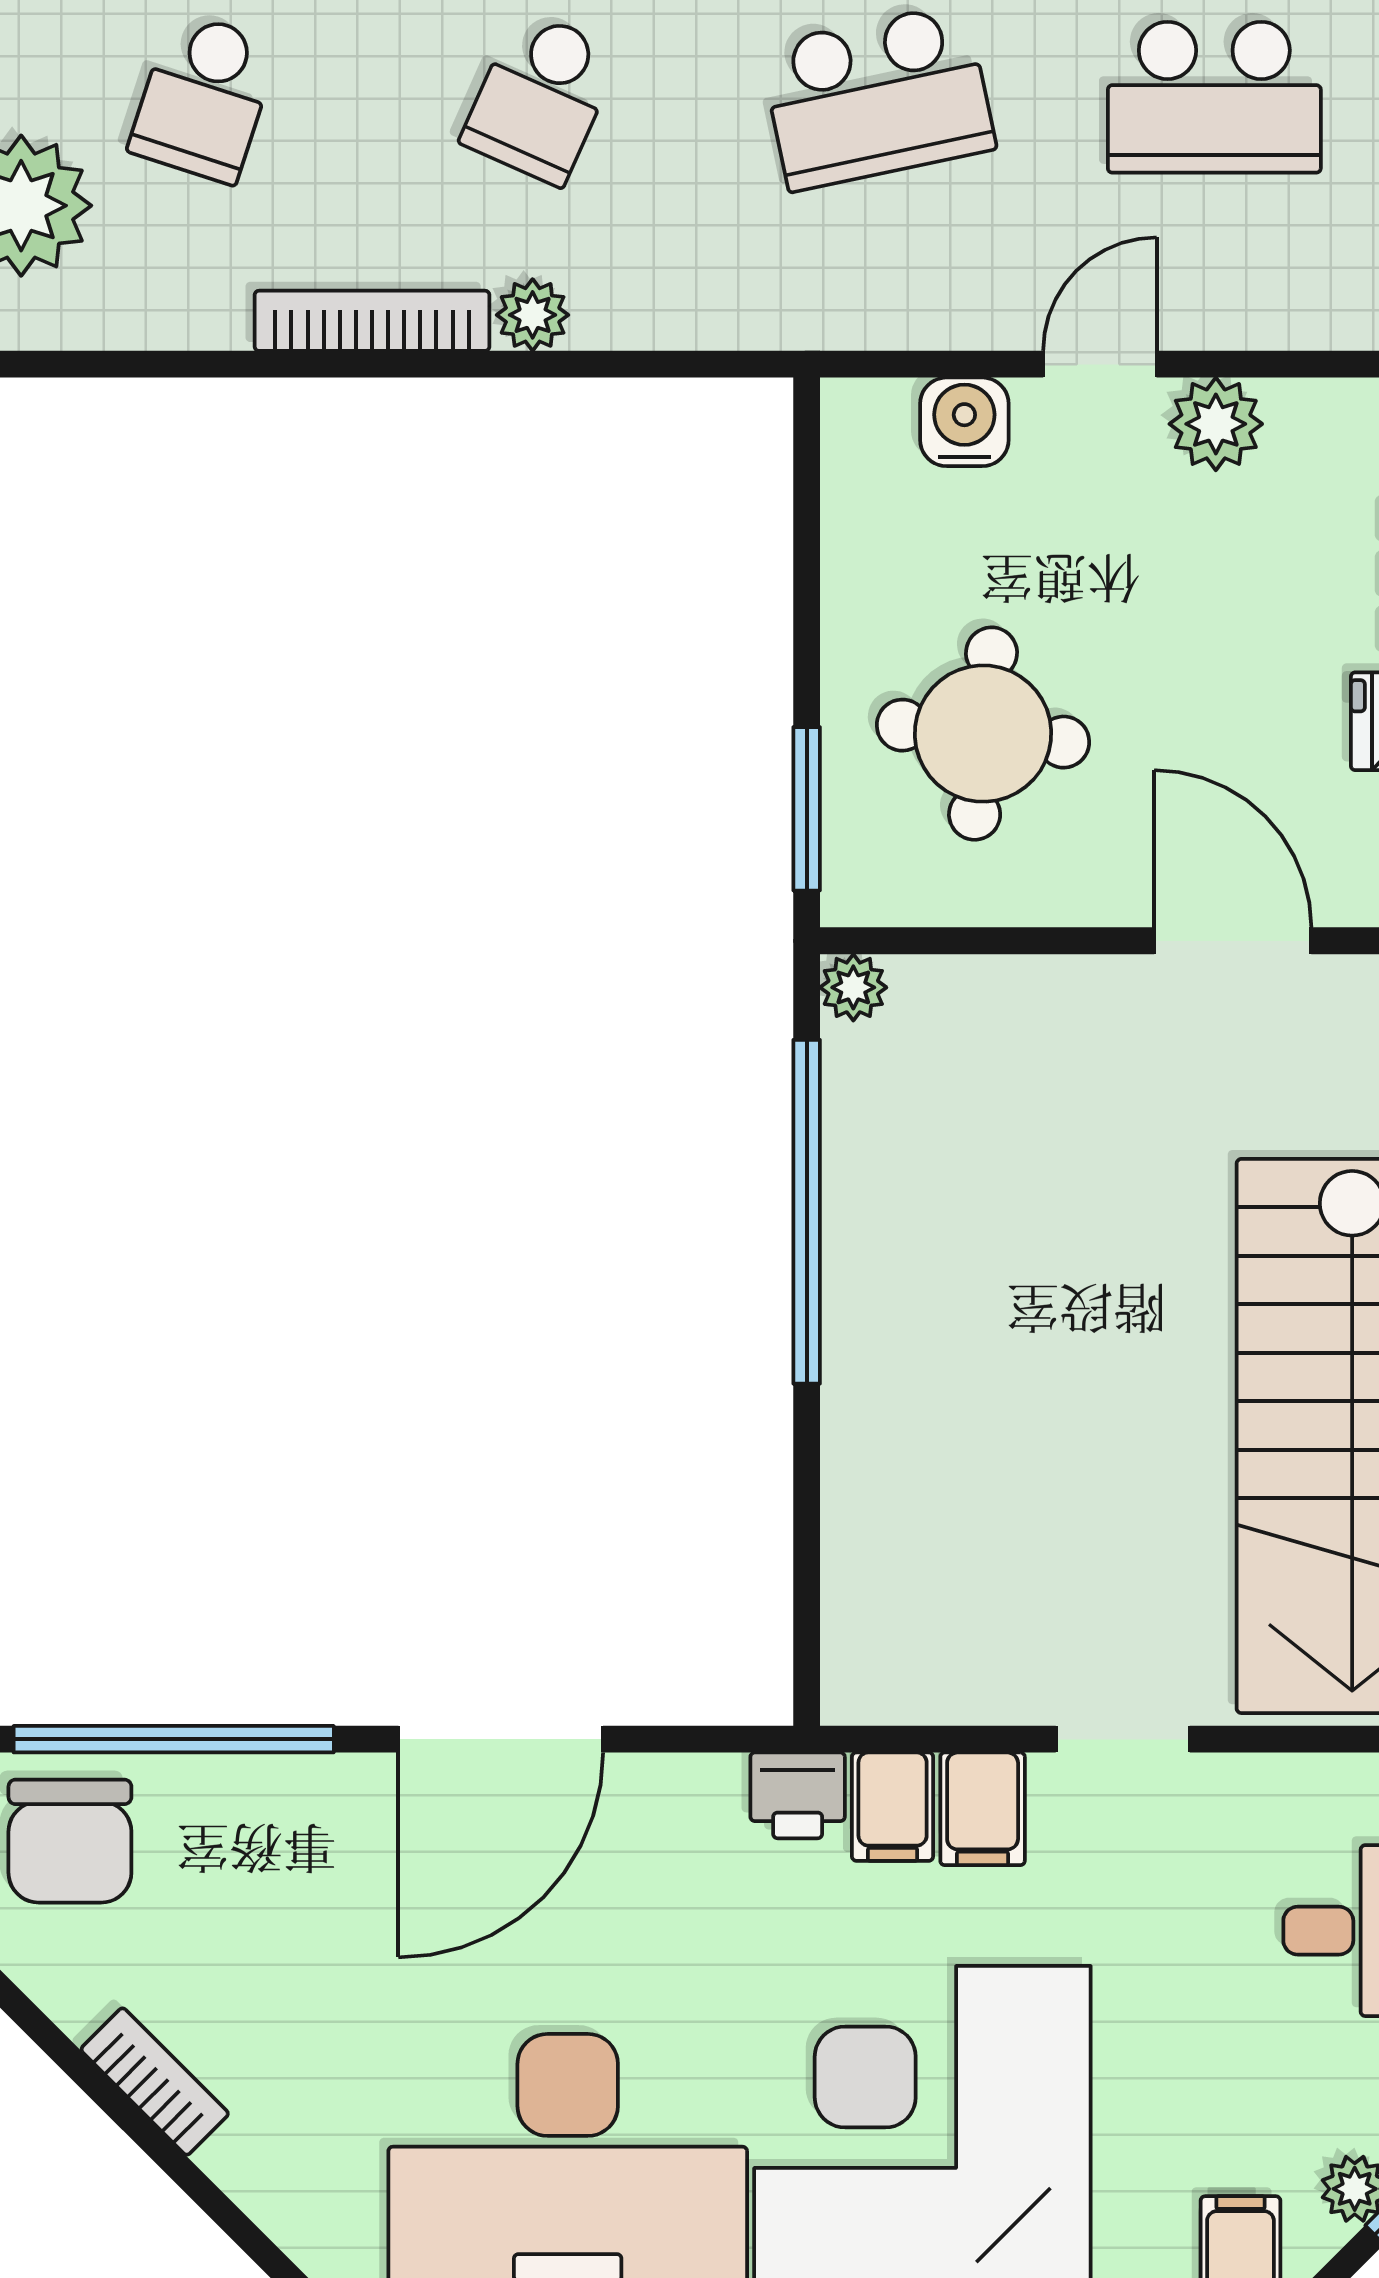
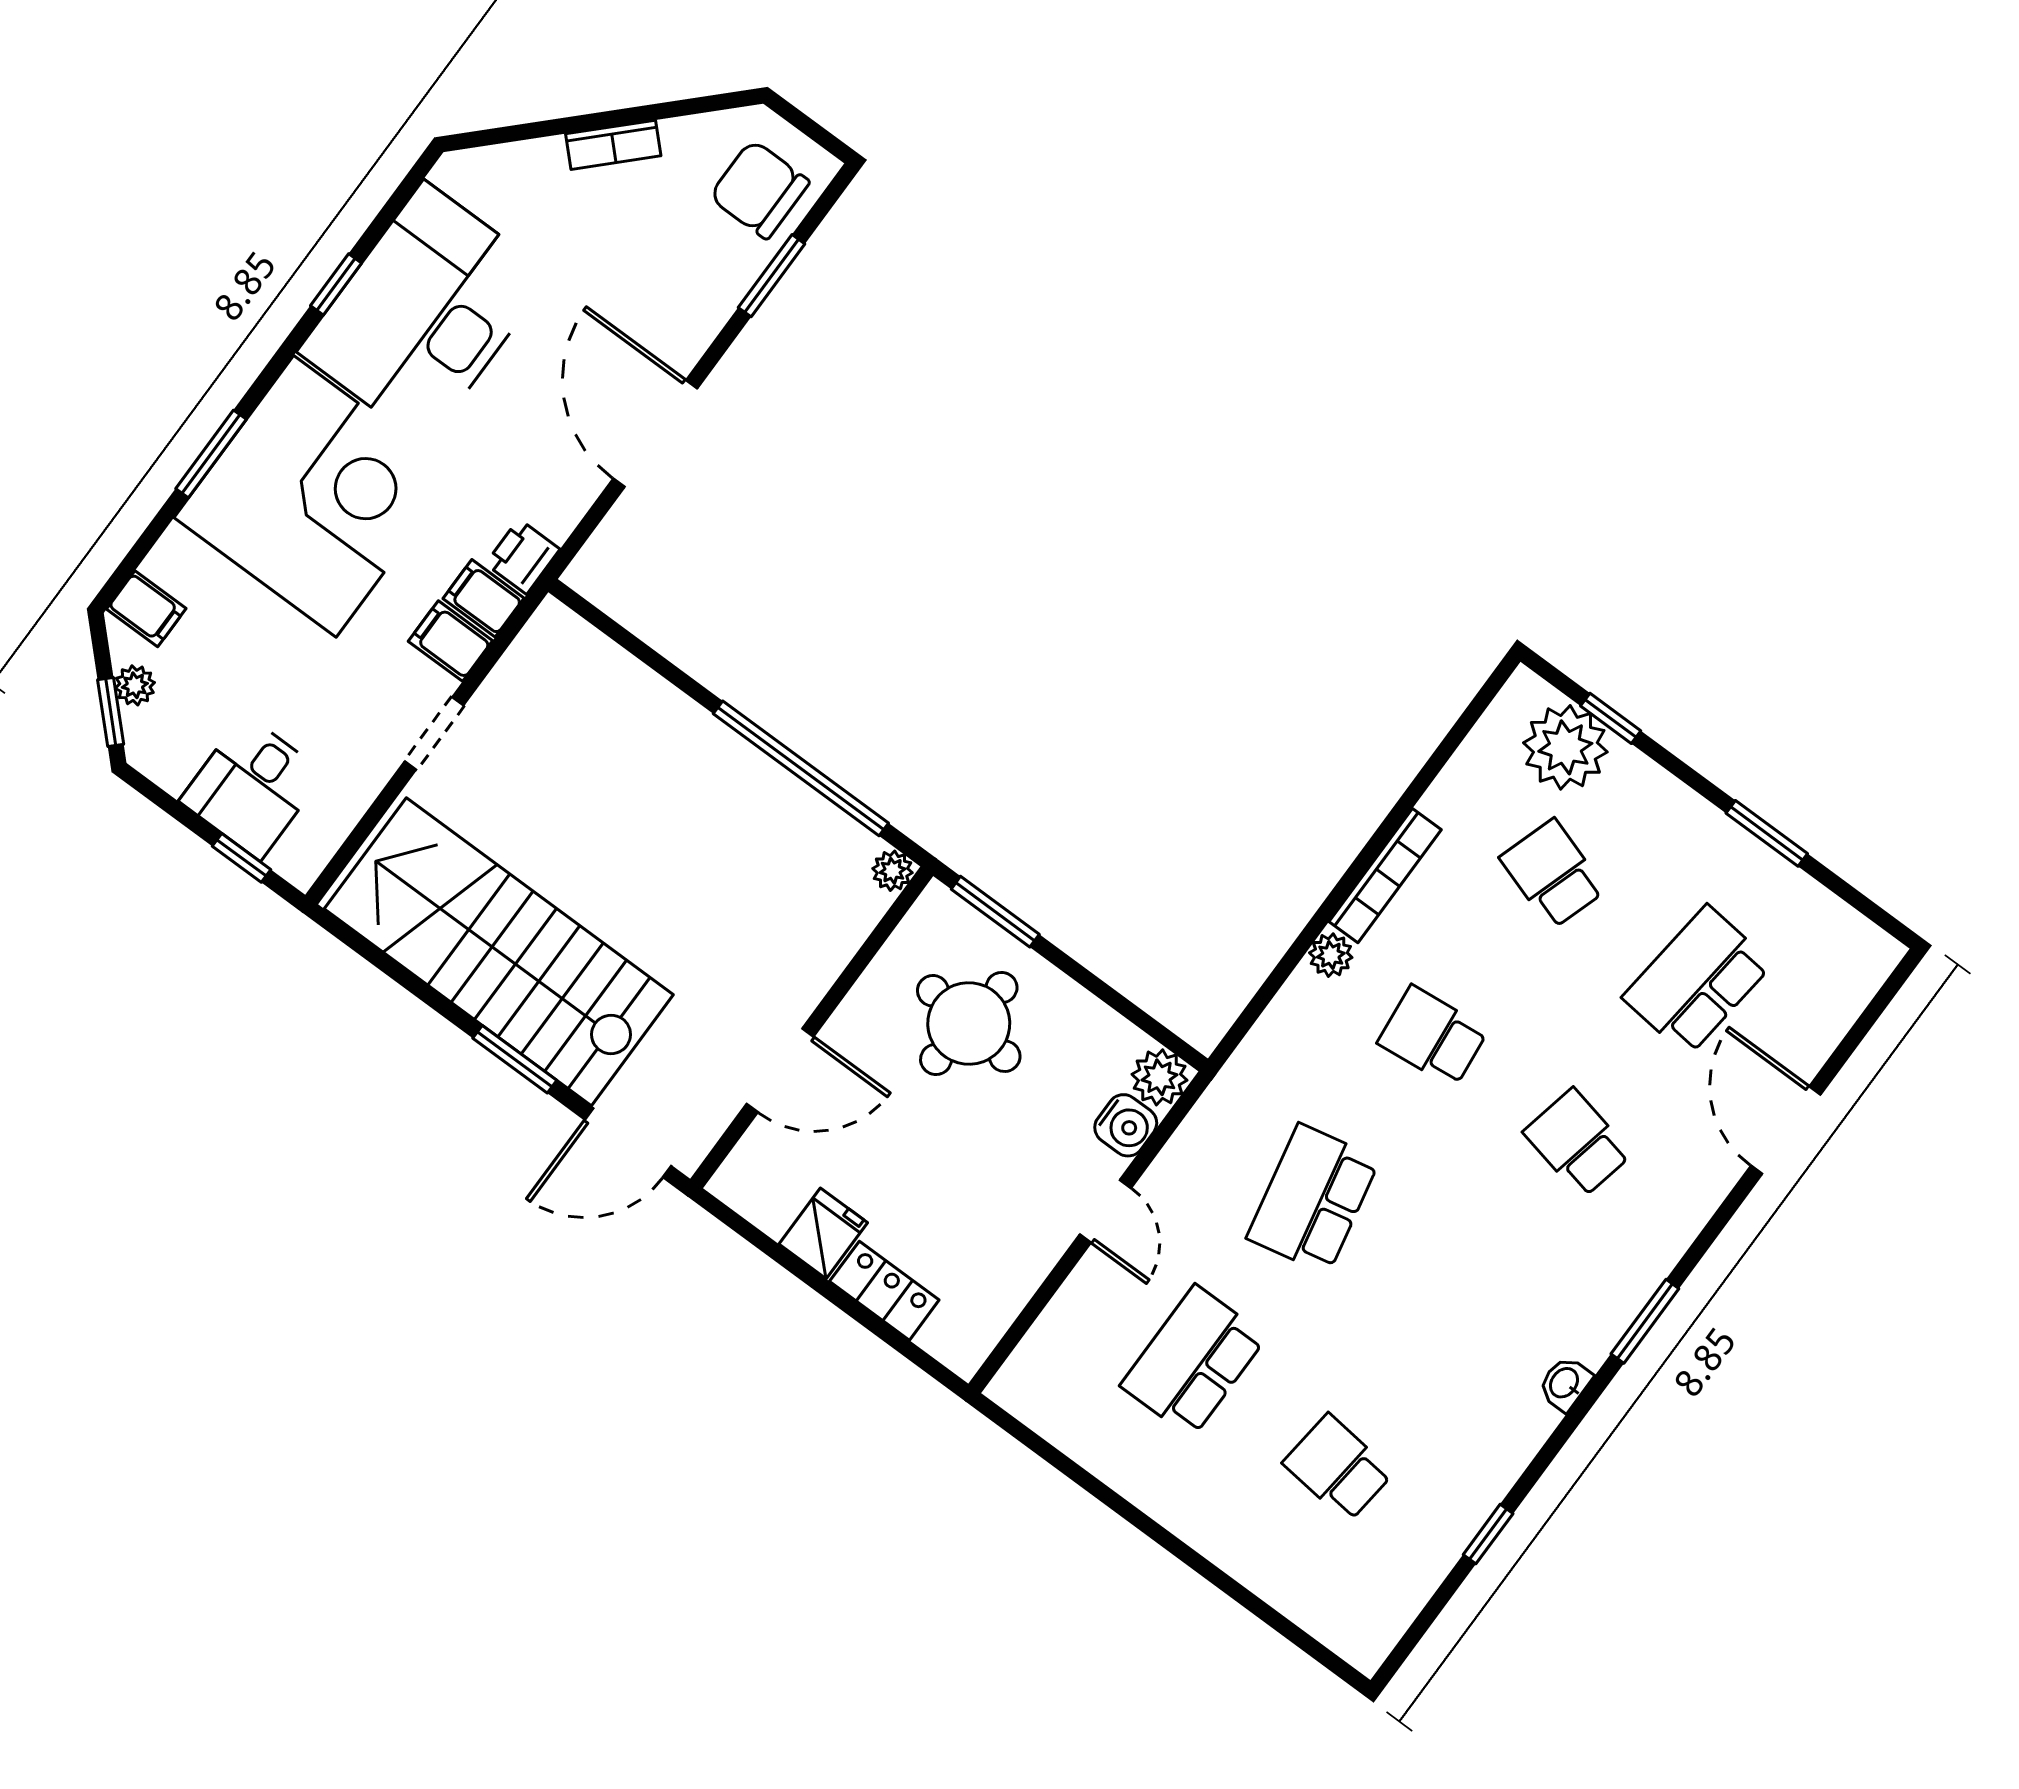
school desk: (541, 97) -> (1433, 1036), turned -30
plant: (1216, 424) -> (1160, 1077), moved
window: (174, 1739) -> (772, 276), width x0.47

